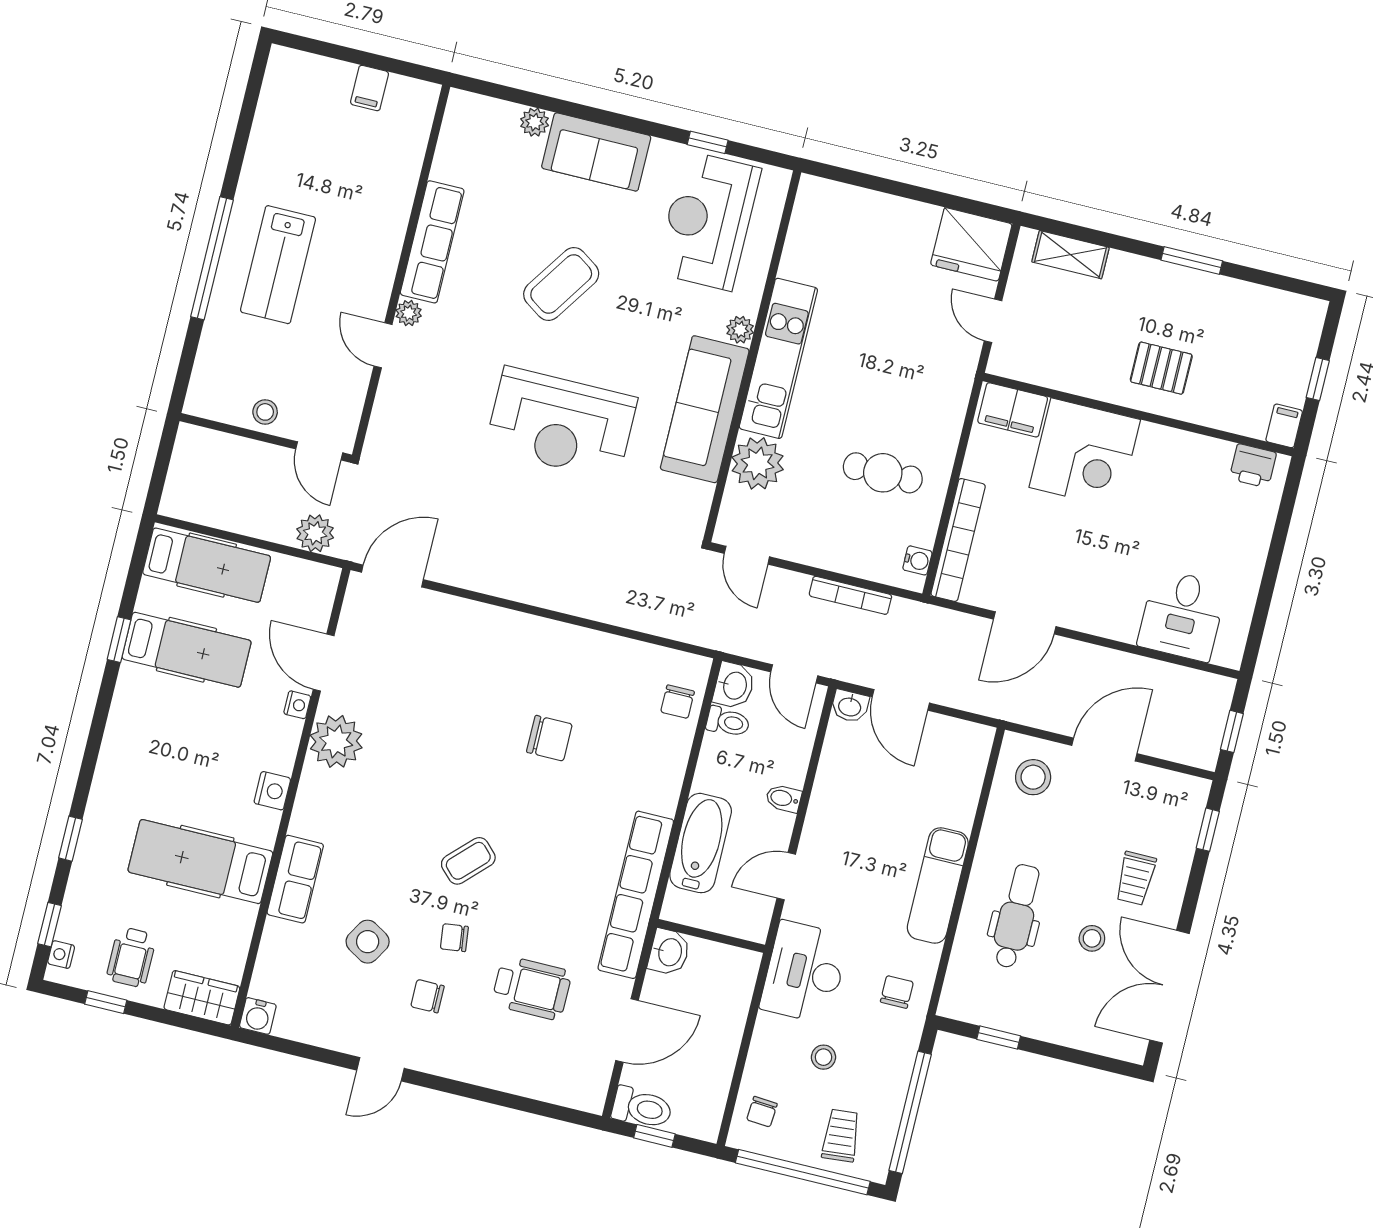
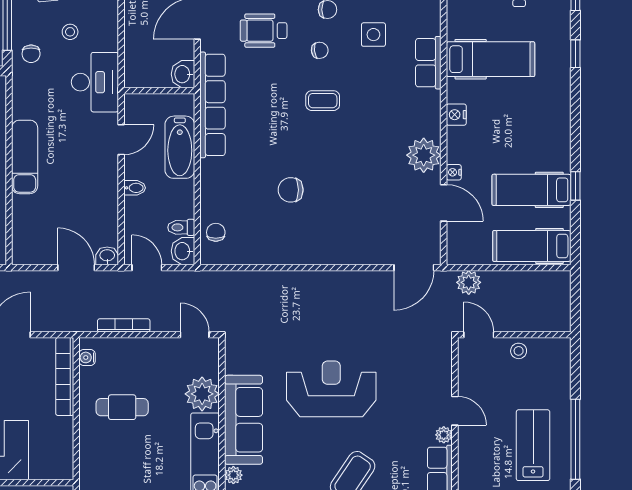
filing cabinet: (1013, 410) -> (50, 466), removed
coffee table: (468, 861) -> (323, 101), turned 45
side table: (368, 942) -> (373, 35), turned -31
chair: (897, 992) -> (31, 54), moved

